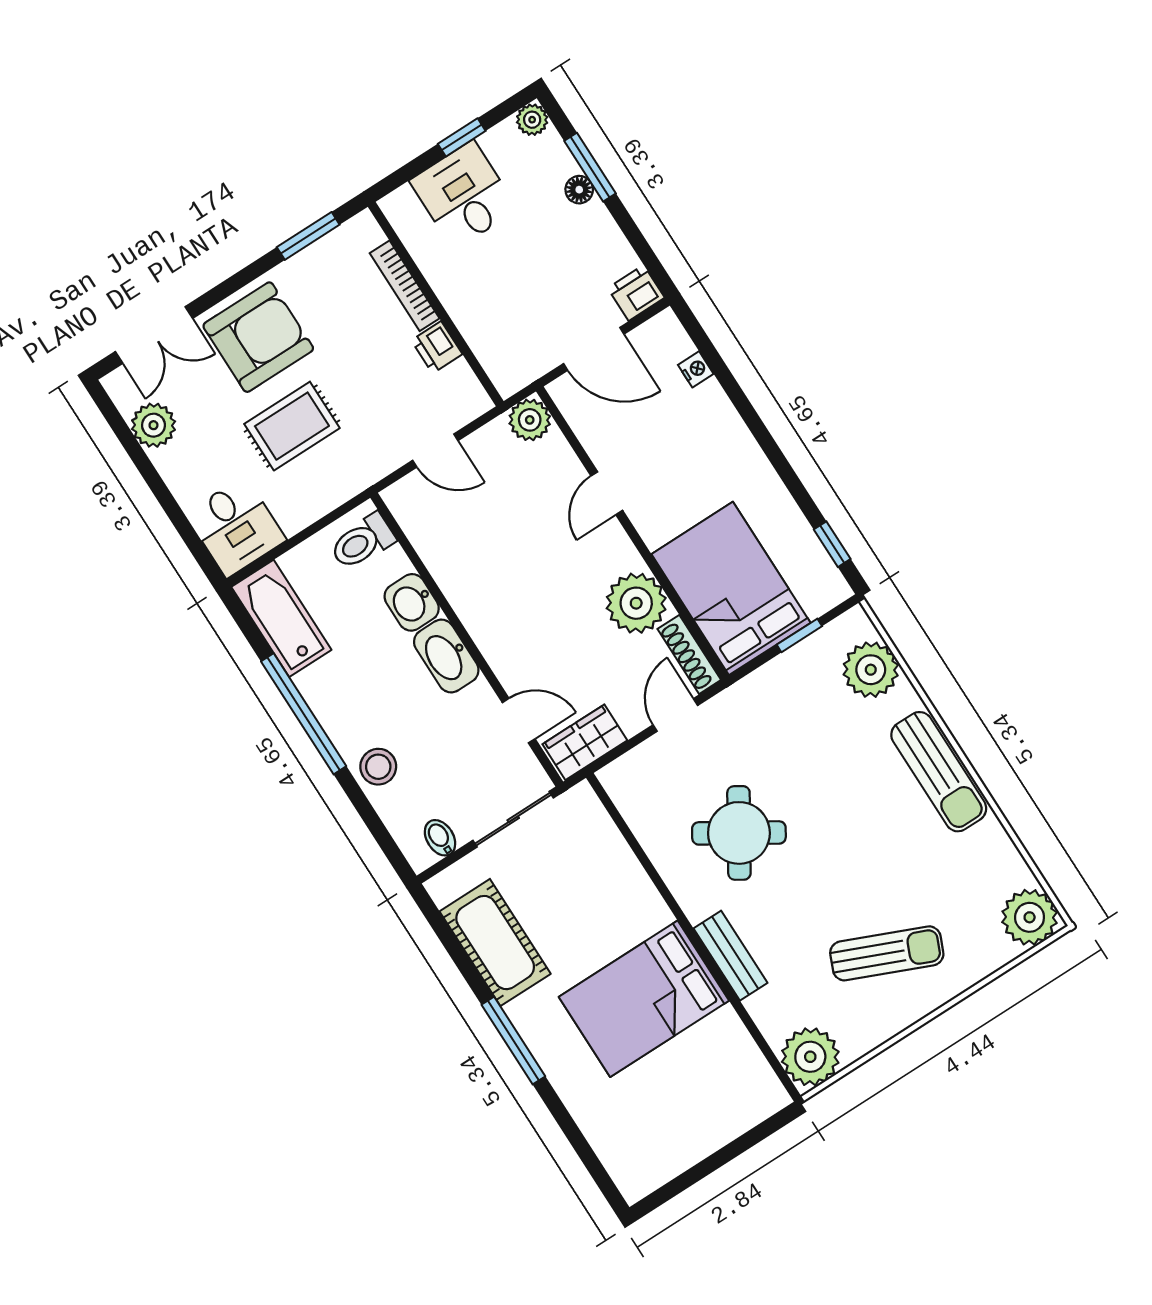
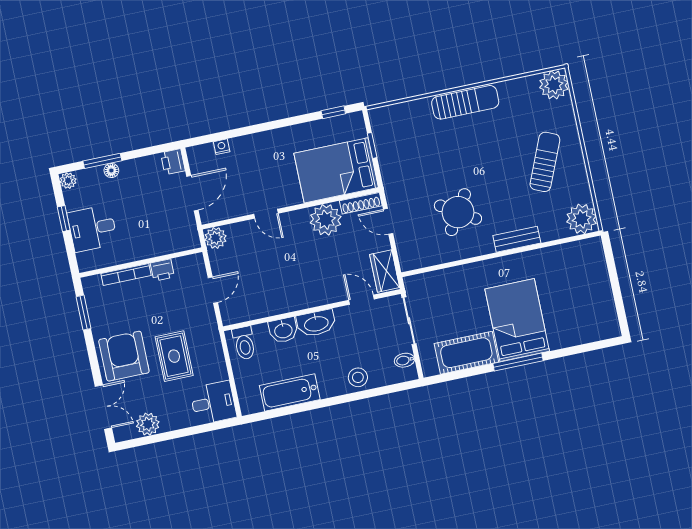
bathtub: (281, 618) -> (290, 392), moved
plant: (871, 670) -> (402, 117), removed
window: (304, 714) -> (318, 404), removed
door: (519, 721) -> (362, 300), hinge flipped
bed: (644, 999) -> (517, 320), moved, turned 180

